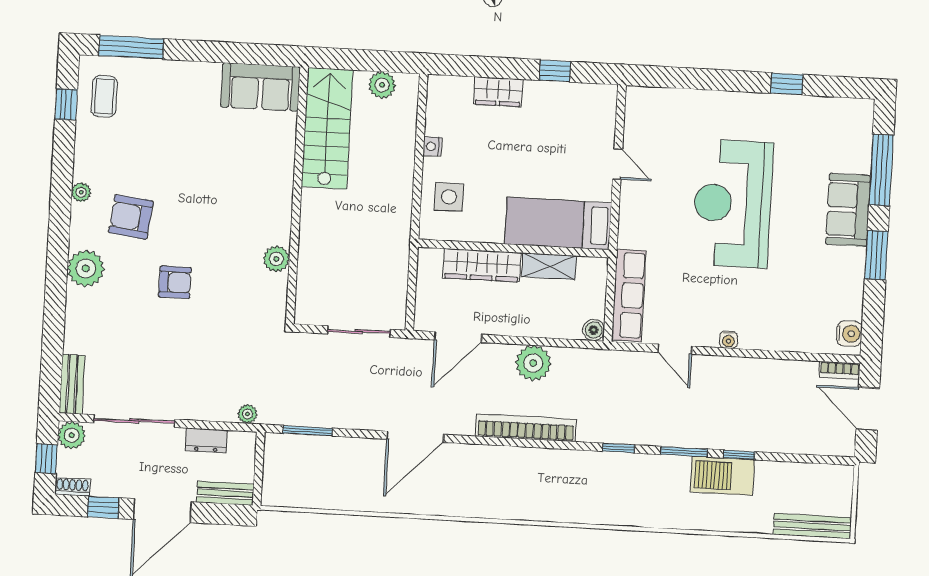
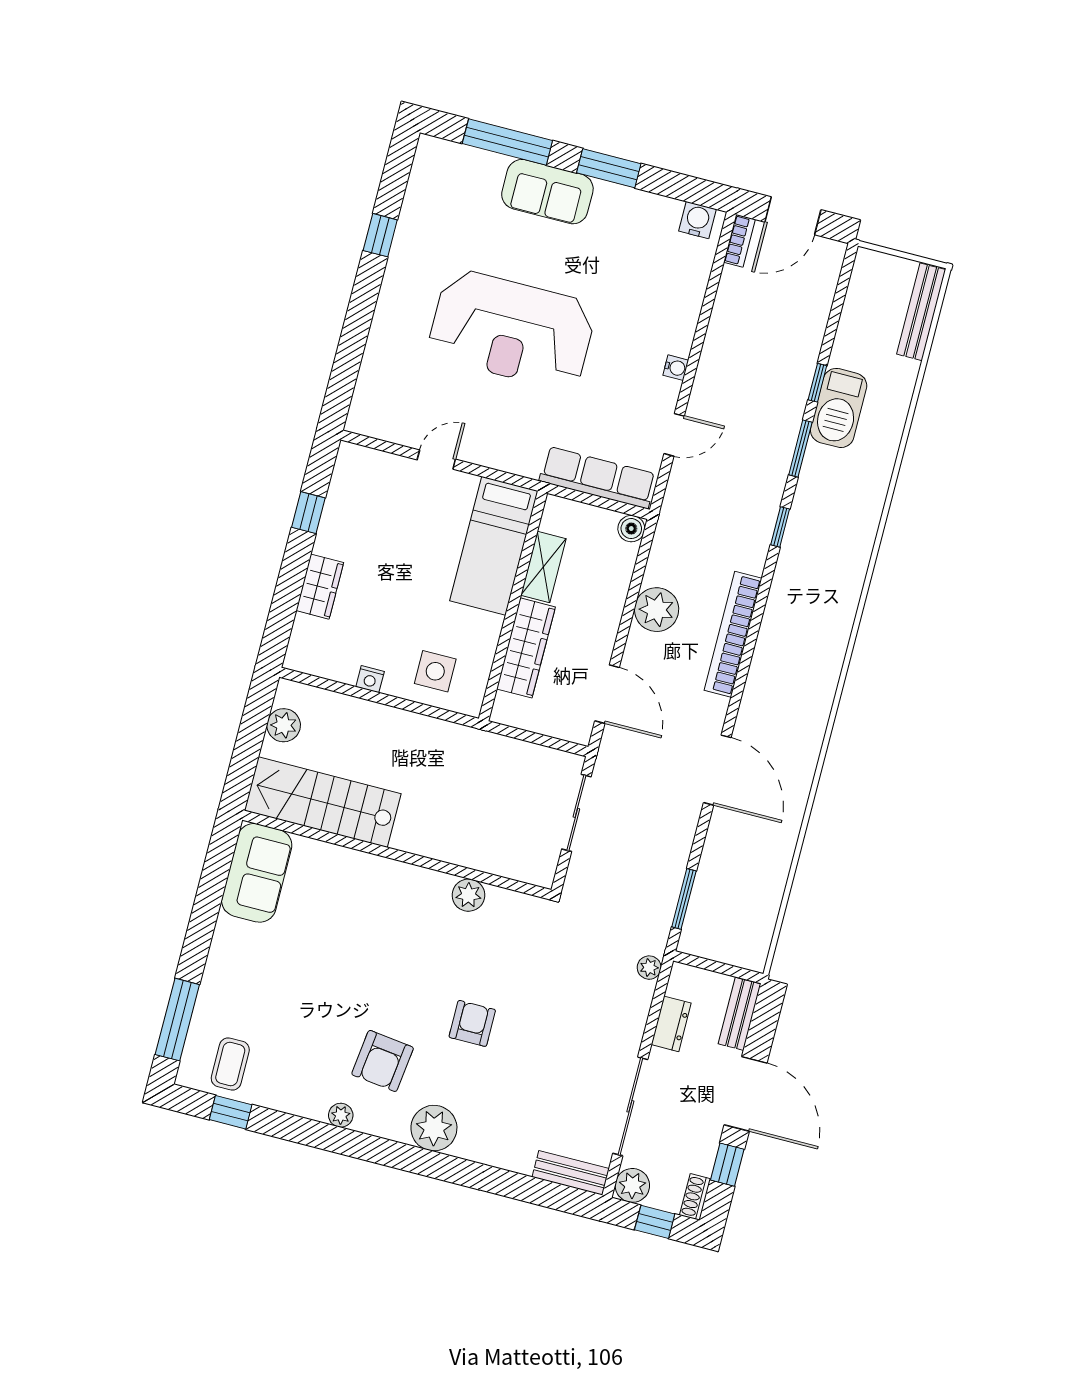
coffee table: (104, 96) -> (230, 1064), turned 90

